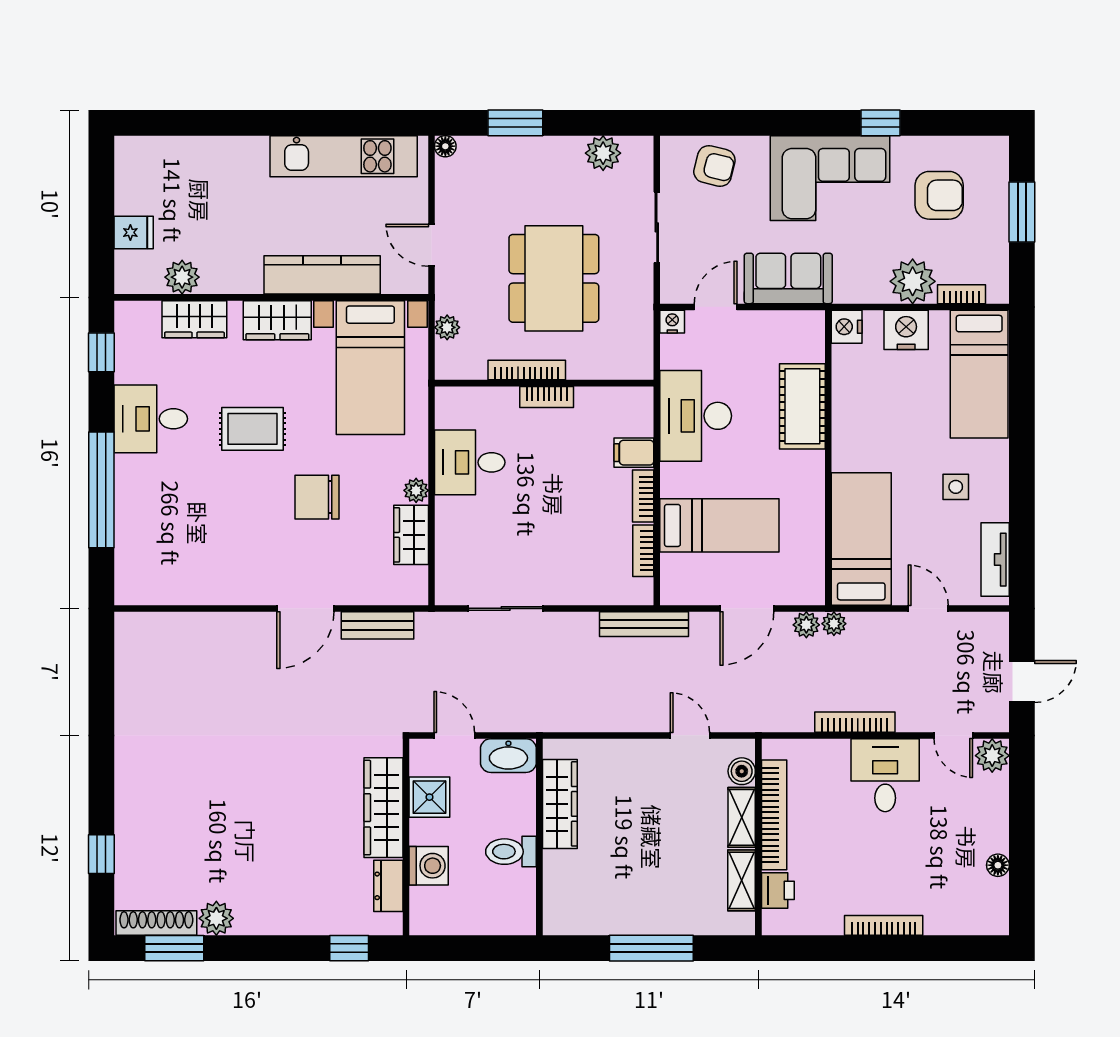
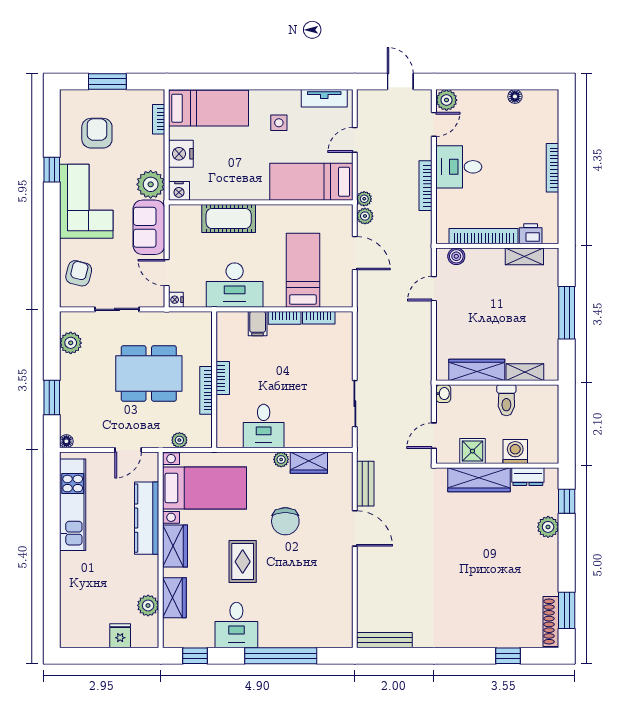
plant: (913, 281) -> (151, 184), moved
bench: (644, 624) -> (384, 640), moved, turned 90
washbasin: (508, 756) -> (443, 394), width x0.52, depth x0.69
shelving: (742, 817) -> (525, 372), moved
plant: (216, 918) -> (548, 527), moved

